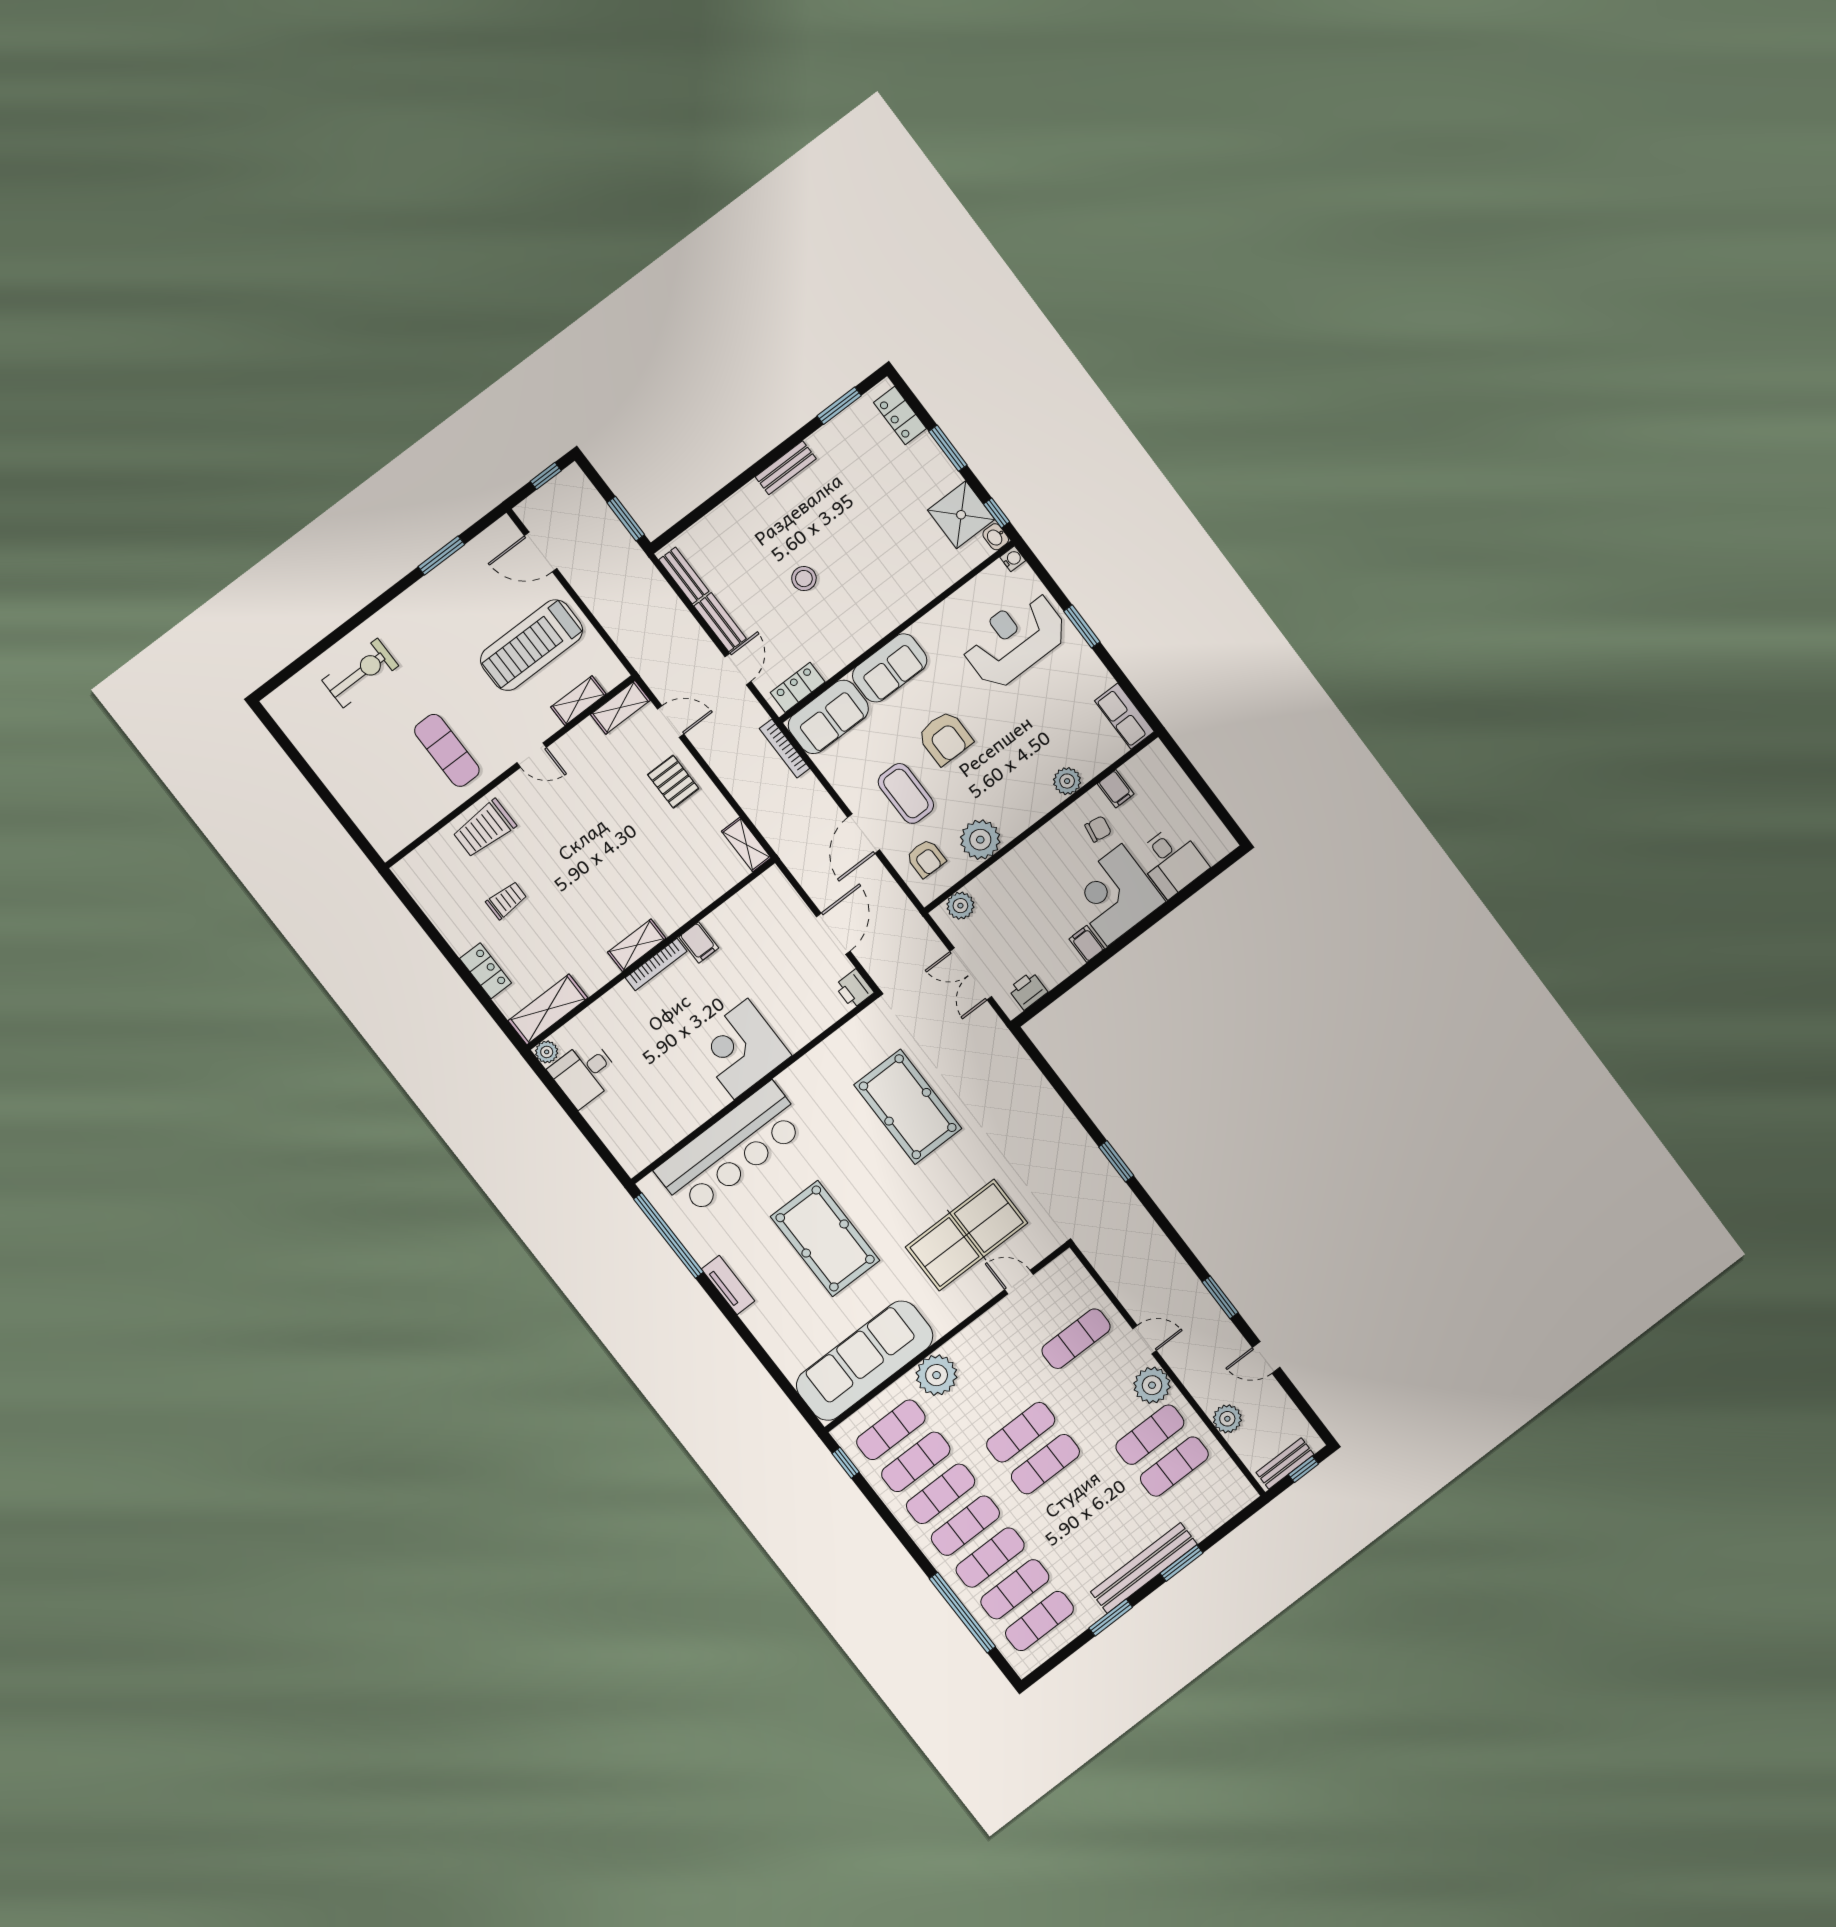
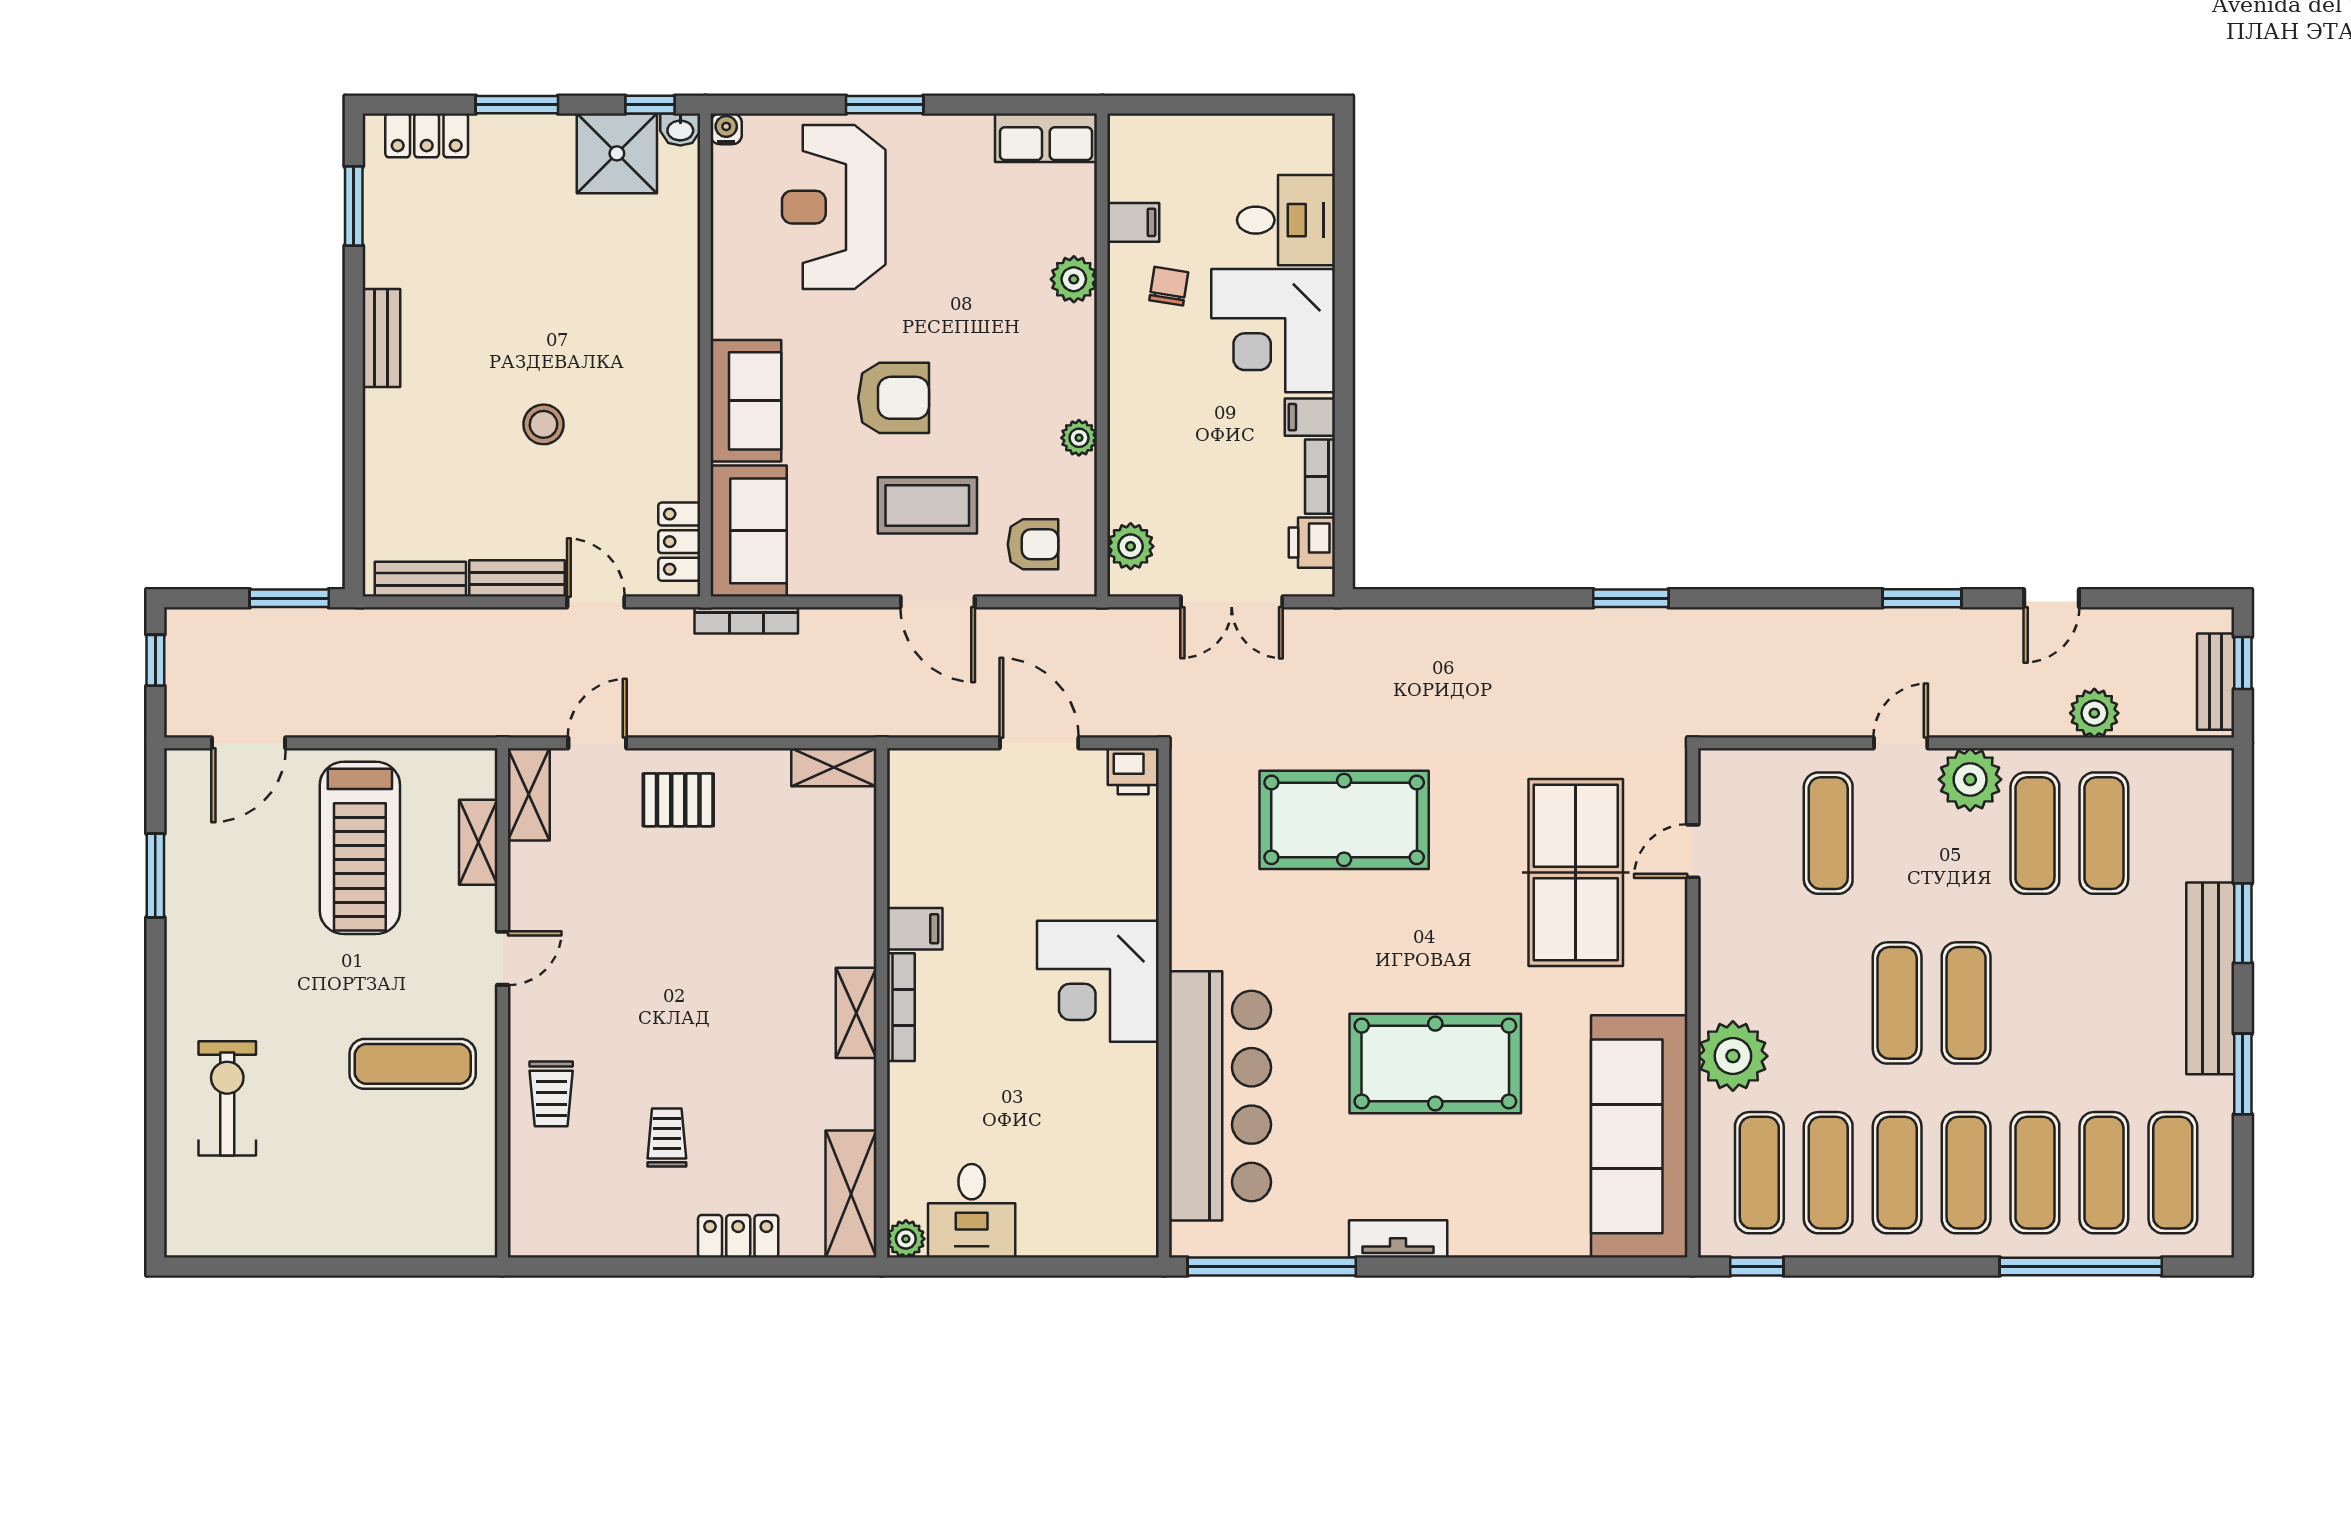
trolley: (484, 828) -> (551, 1094), width x0.73, depth x0.72
plant: (980, 840) -> (1079, 438), width x0.53, depth x0.53
bookcase: (1062, 970) -> (1320, 477), added

